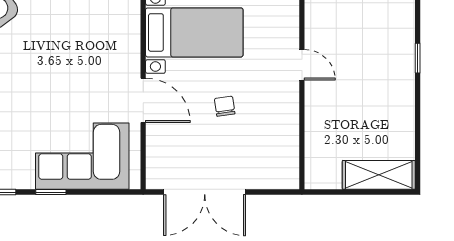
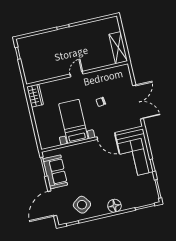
door: (143, 100) -> (106, 136), swing flipped
shelving: (379, 175) -> (118, 48), moved

